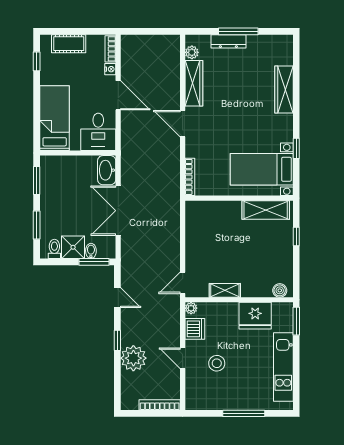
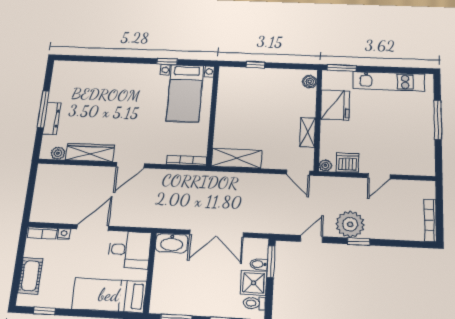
wardrobe: (284, 90) -> (107, 70), removed
shelving: (266, 210) -> (237, 158), moved, turned 90
plant: (133, 358) -> (350, 224), moved
stool: (217, 363) -> (385, 143), removed
bookcase: (160, 405) -> (430, 220), moved

